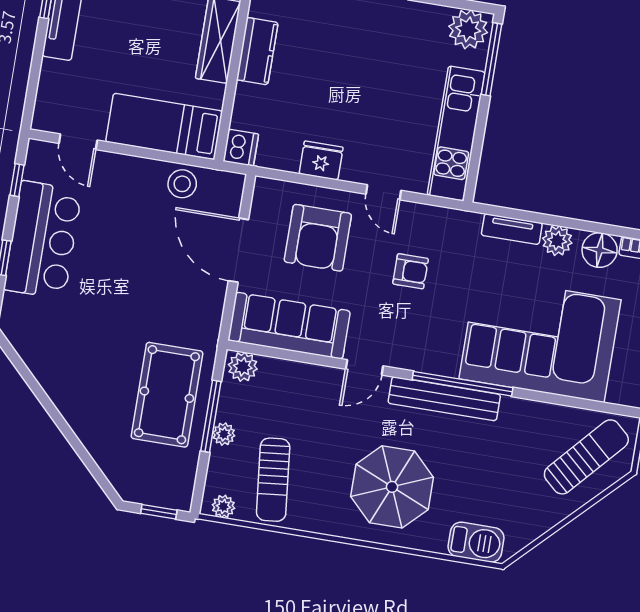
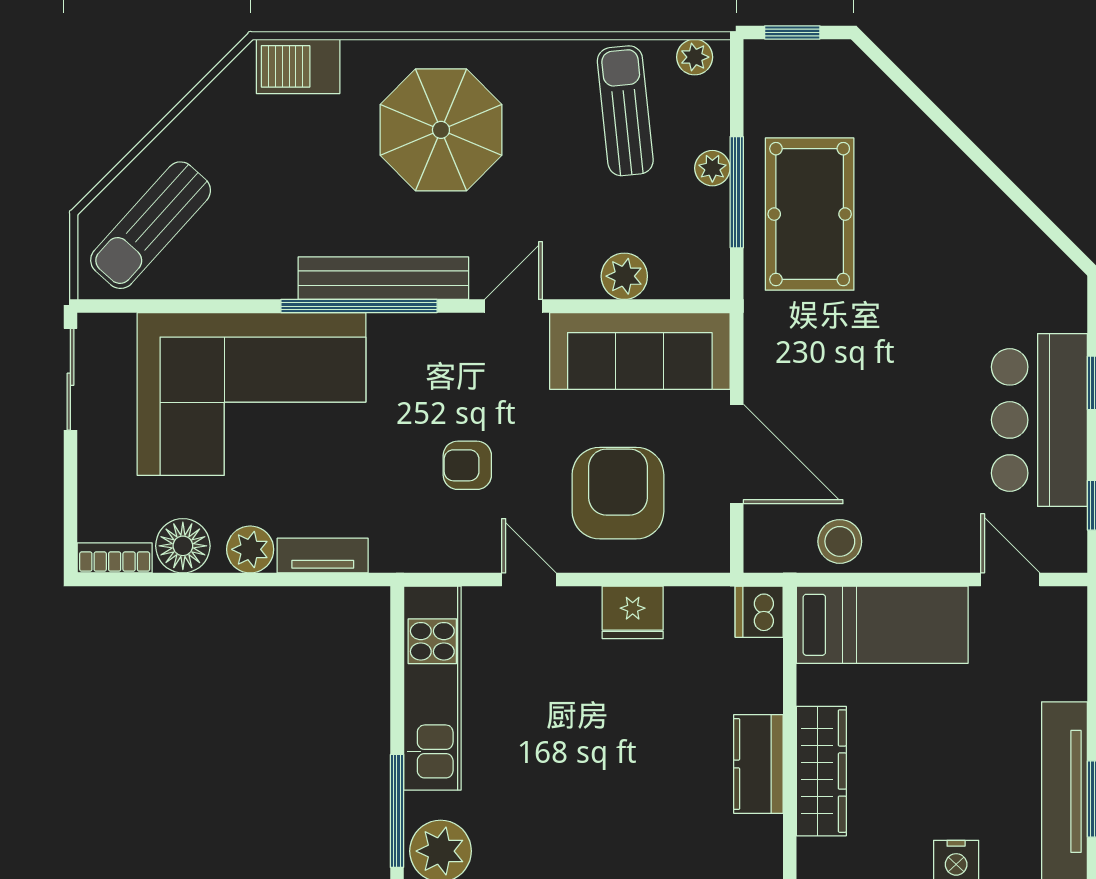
plant: (243, 367) -> (624, 276), moved

